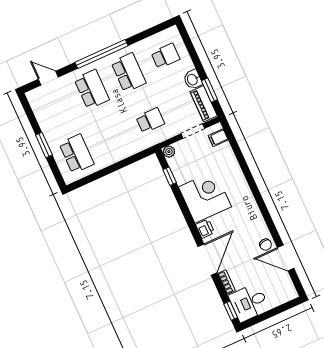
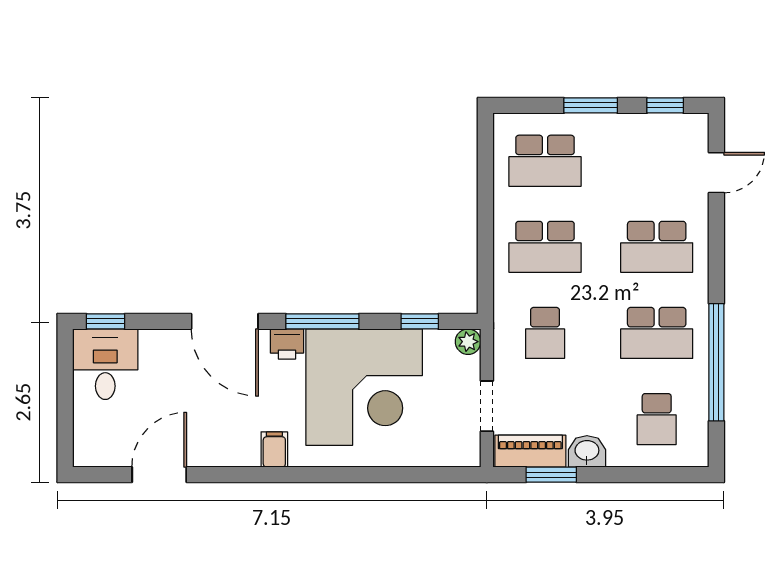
window: (101, 54) -> (716, 362), moved
window: (30, 113) -> (665, 105), added
school desk: (113, 137) -> (545, 247), added
filing cabinet: (218, 138) -> (274, 449), moved
corner desk: (205, 197) -> (364, 387), width x1.36, depth x1.36
window: (189, 218) -> (322, 321), added
chair: (266, 245) -> (203, 447), removed
bookcase: (227, 282) -> (165, 339), removed

